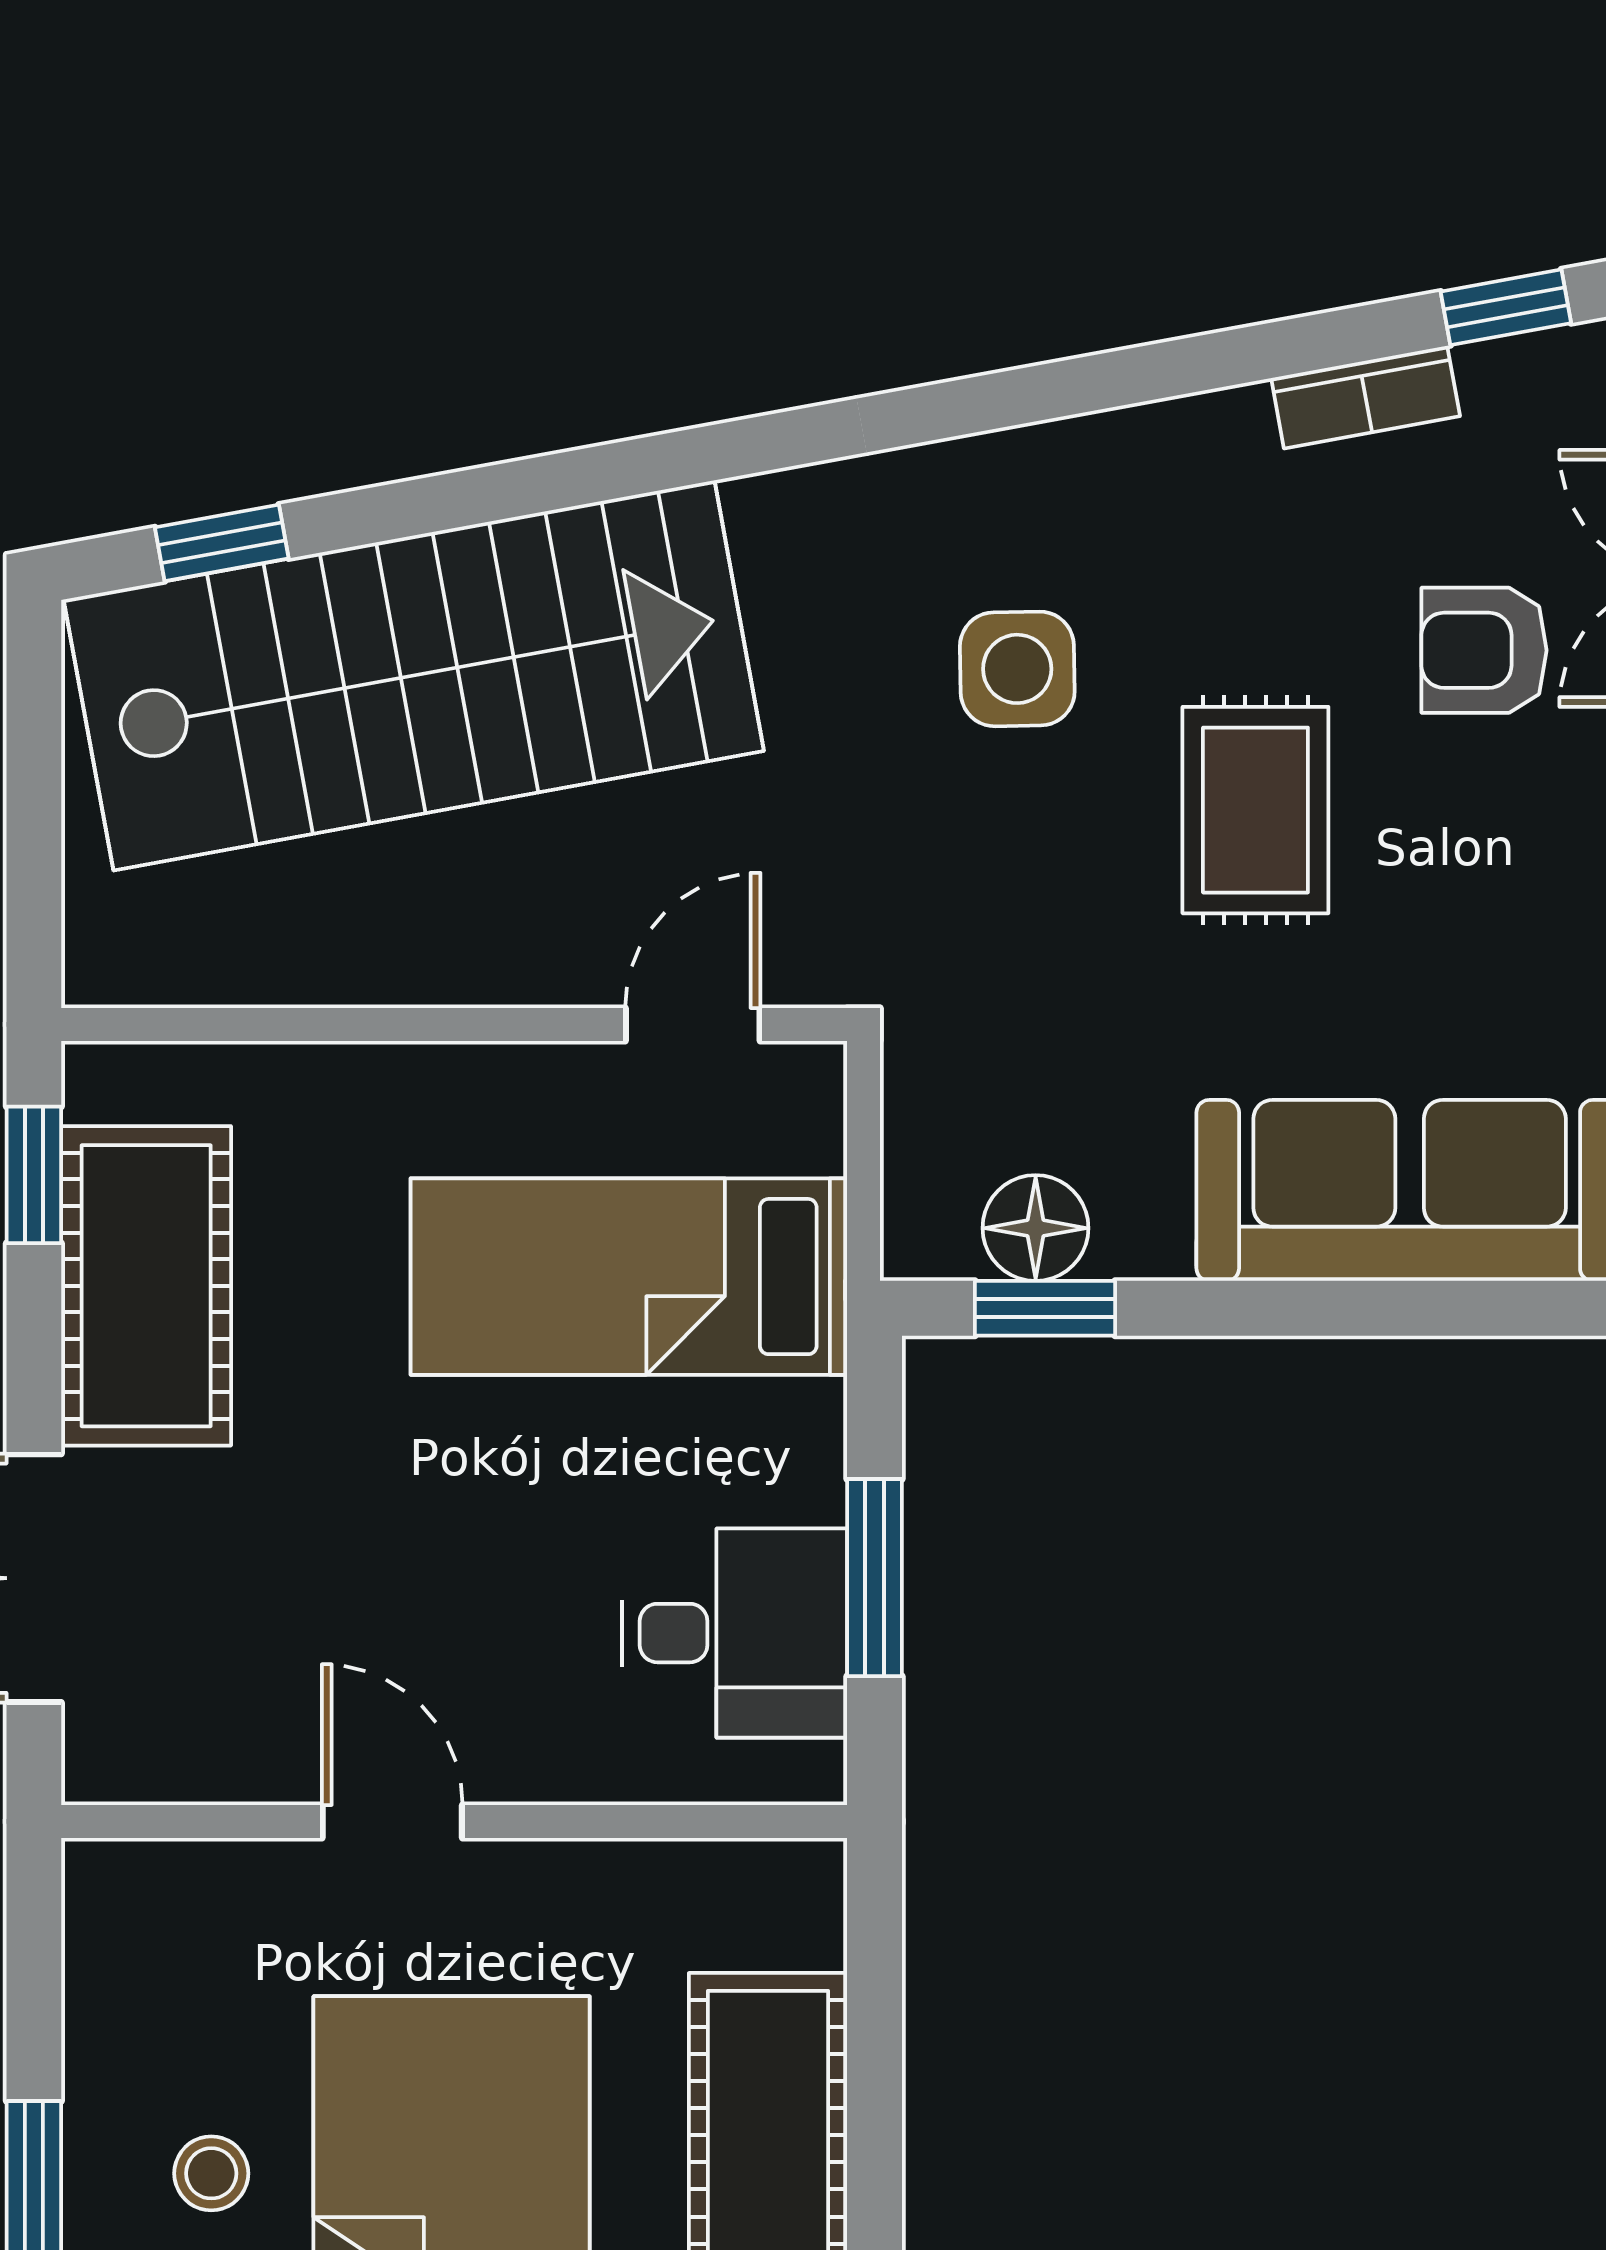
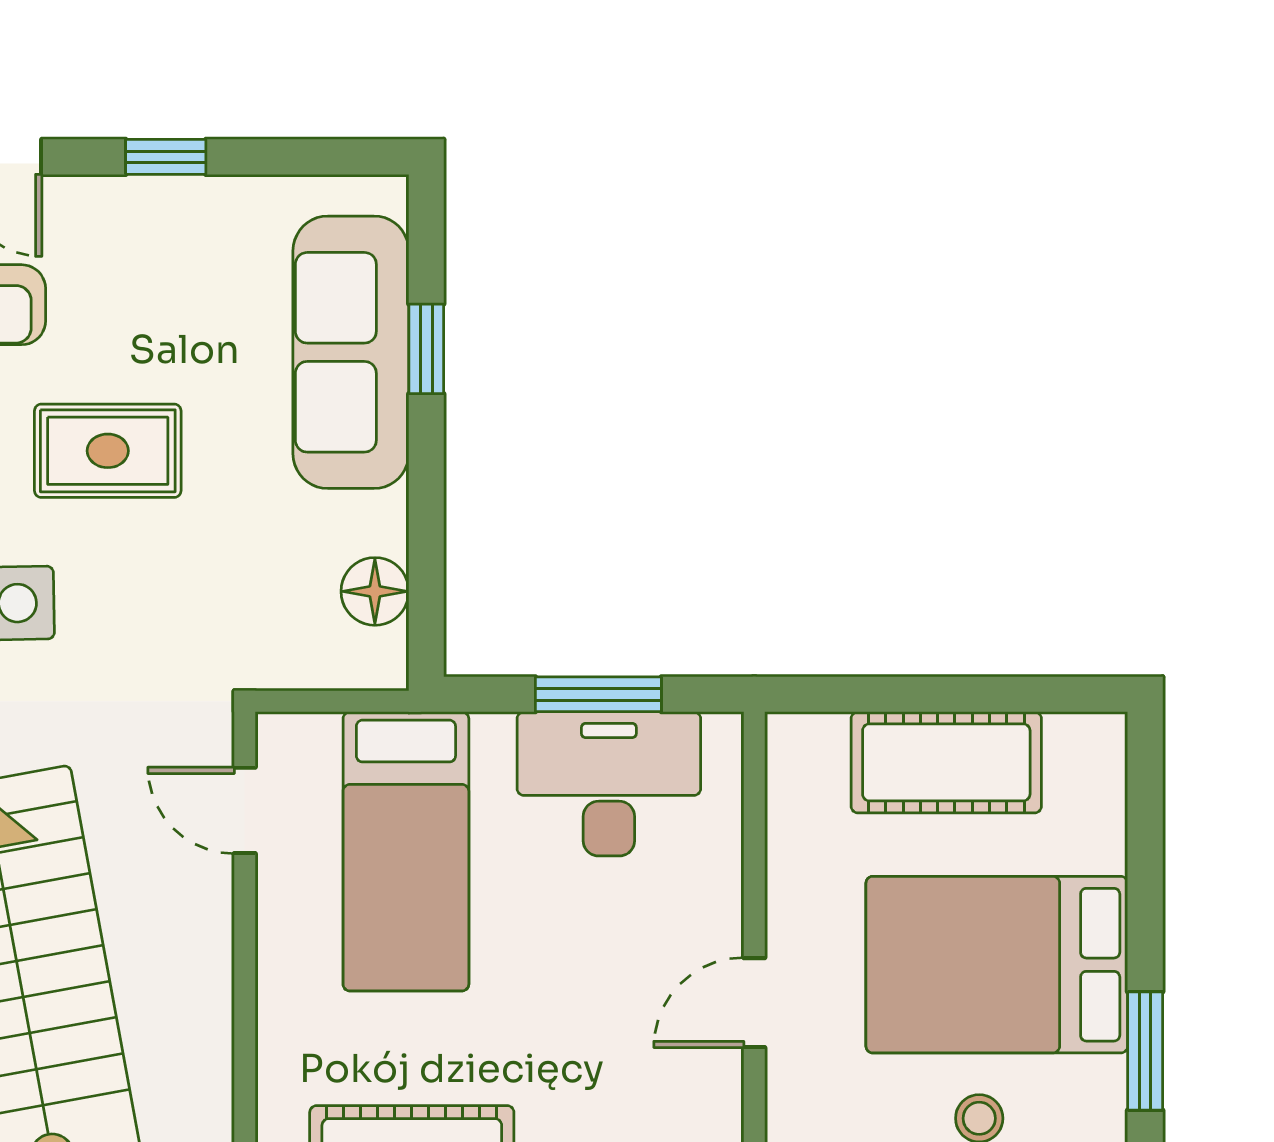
window: (1045, 1308) -> (426, 349), moved
desk: (734, 1633) -> (609, 784), width x1.37

